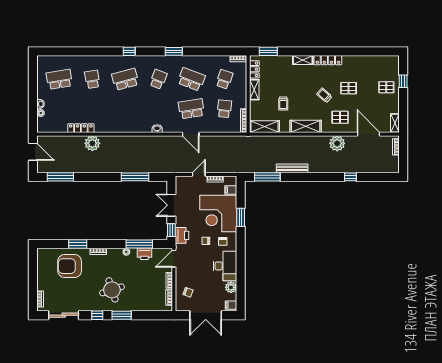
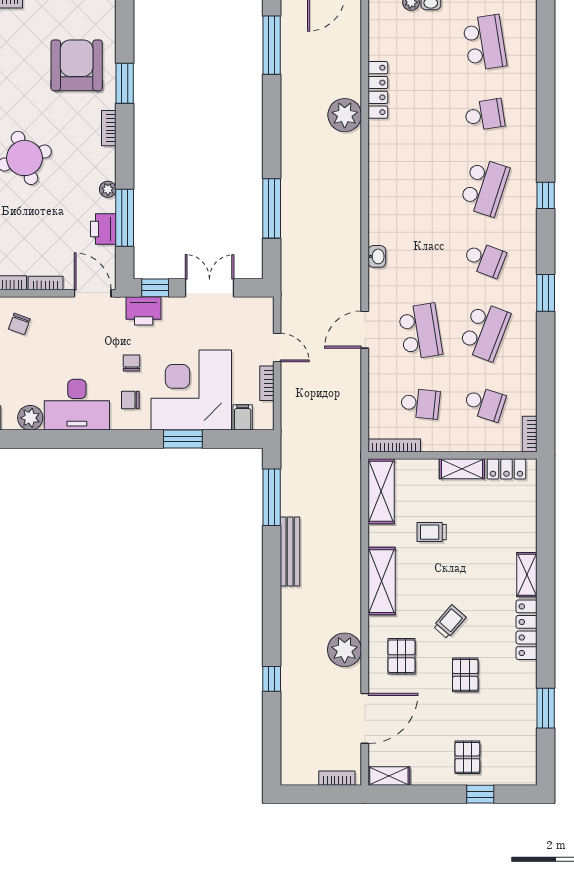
window: (268, 51) -> (546, 708), moved
school desk: (125, 79) -> (485, 187), turned 33

